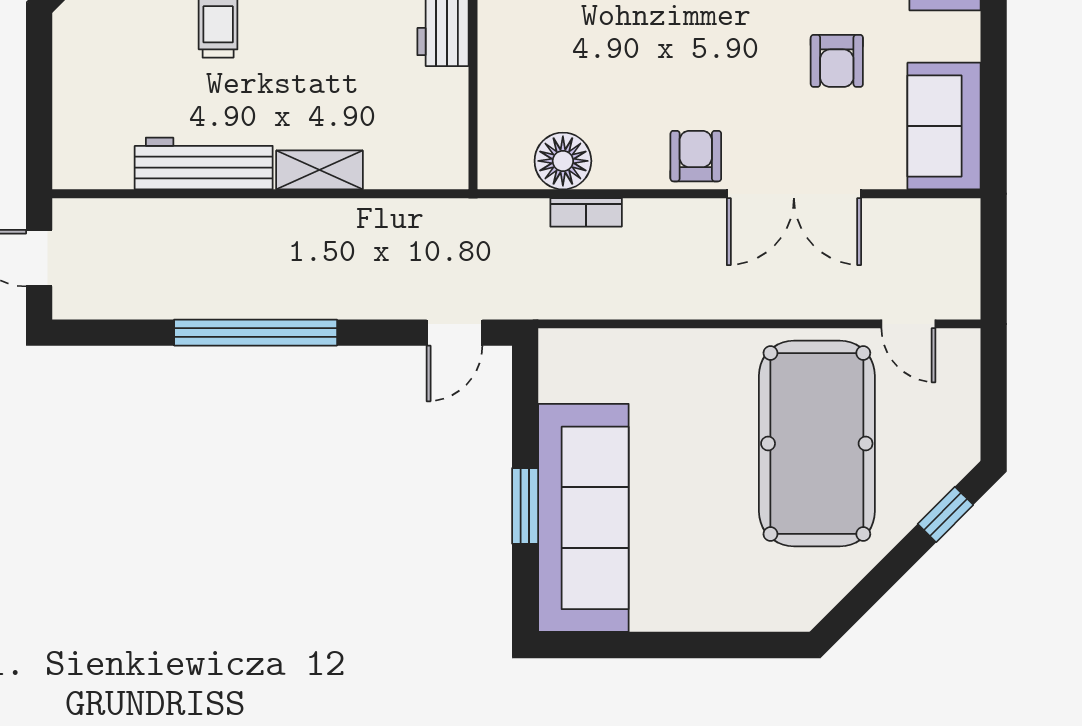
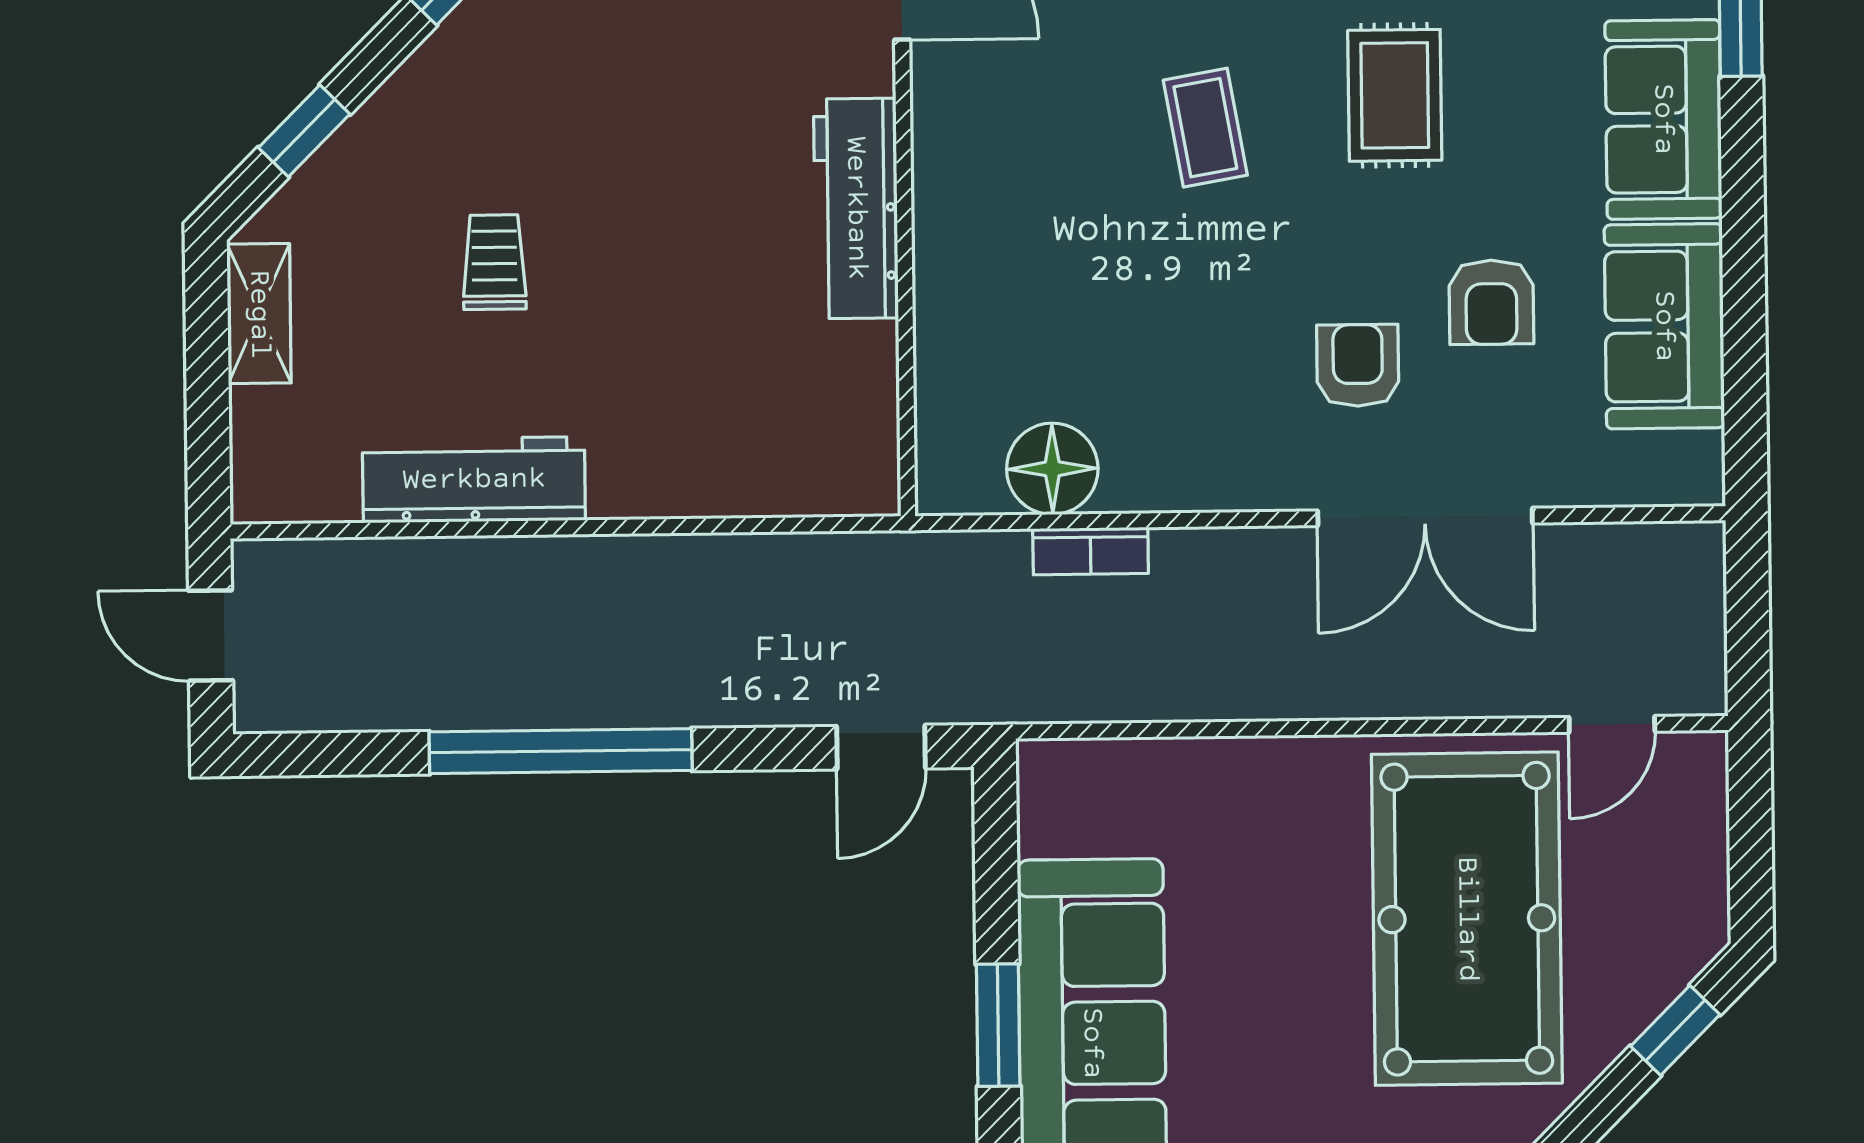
sofa: (944, 126) -> (1664, 326), moved
armchair: (696, 156) -> (1358, 365), moved
shelving: (319, 170) -> (259, 314), moved, turned 90
door: (908, 324) -> (1612, 724), hinge flipped

